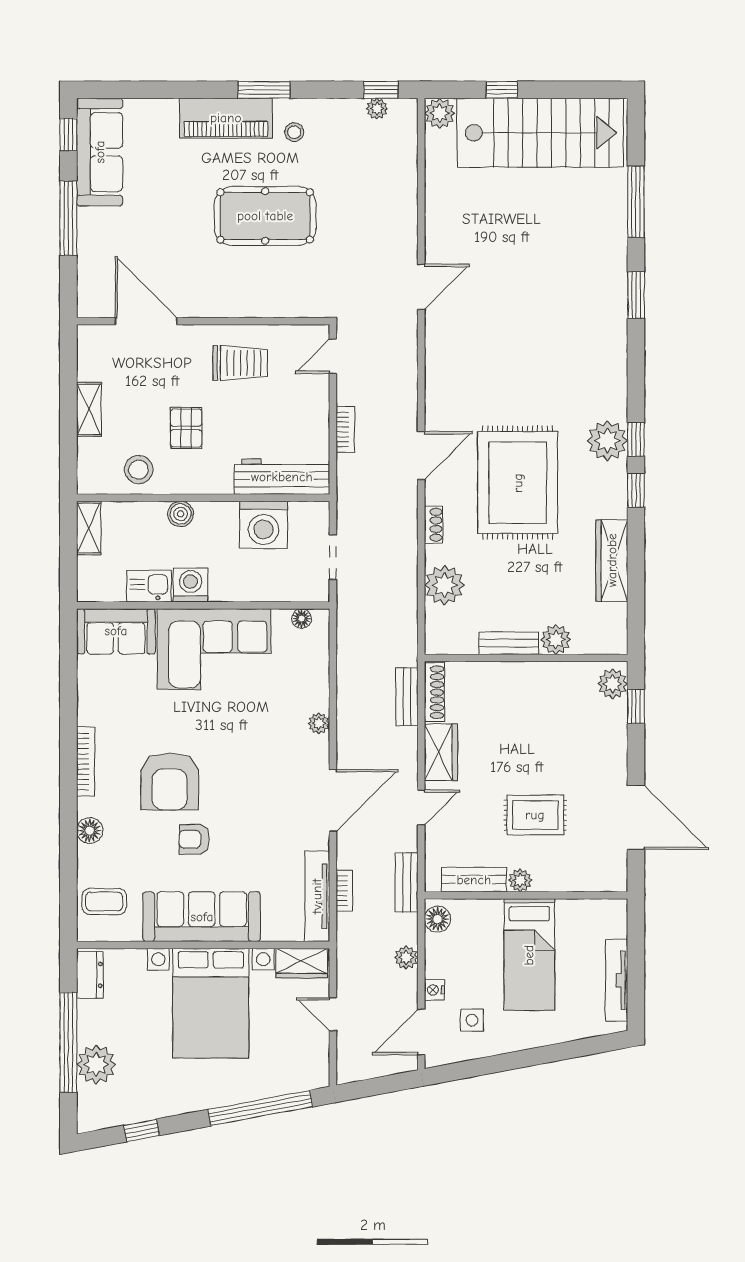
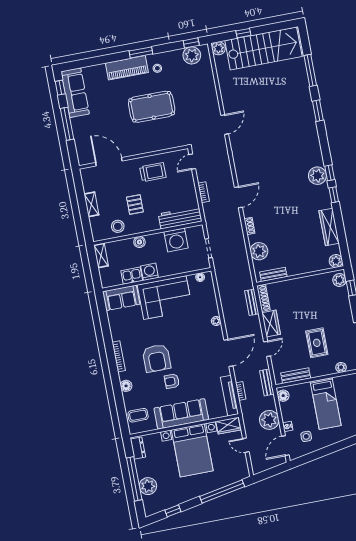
plant: (377, 109) -> (192, 55), width x1.87, depth x1.87
rug: (518, 483) -> (282, 201), removed
plant: (556, 640) -> (336, 261), moved
bench: (509, 643) -> (273, 274), moved
rug: (535, 815) -> (317, 343), turned 90
plant: (520, 880) -> (341, 367), moved
plant: (406, 957) -> (269, 420), width x1.87, depth x1.87

